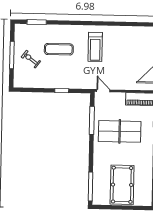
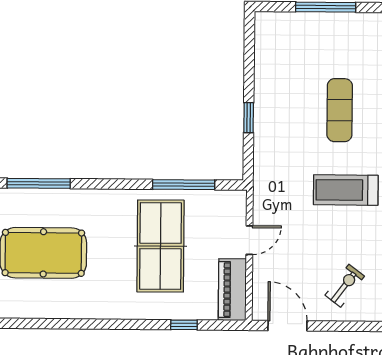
exercise bike: (31, 59) -> (345, 286), moved
door: (103, 91) -> (249, 240), moved

